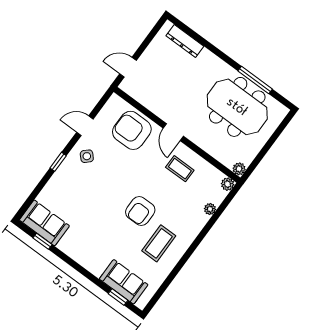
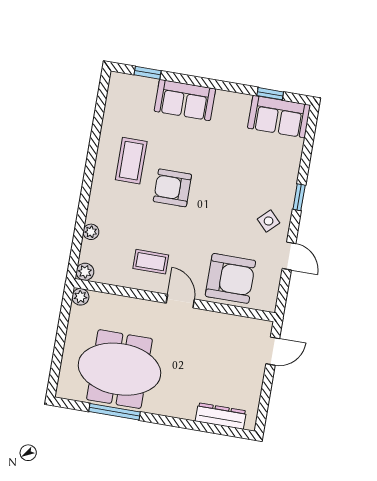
door: (85, 126) -> (289, 256), hinge flipped
armchair: (140, 211) -> (172, 188), turned -90
sofa: (124, 282) -> (185, 100), moved

